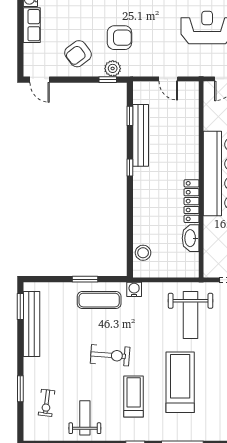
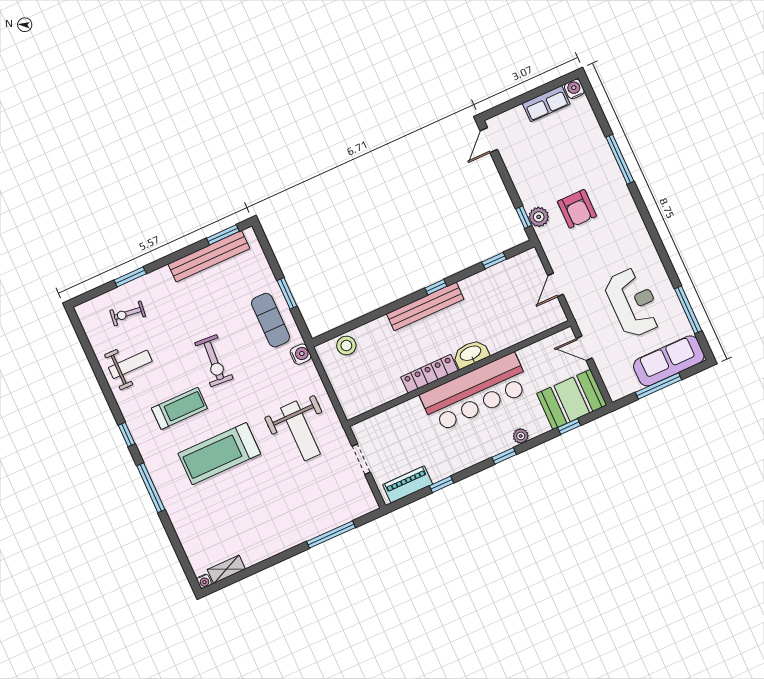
armchair: (78, 54) -> (538, 170), removed
bench: (141, 135) -> (425, 306), moved
washbasin: (191, 238) -> (471, 354), moved
weight bench: (191, 315) -> (300, 431), turned -90
treadmill: (180, 382) -> (219, 454), turned 180

